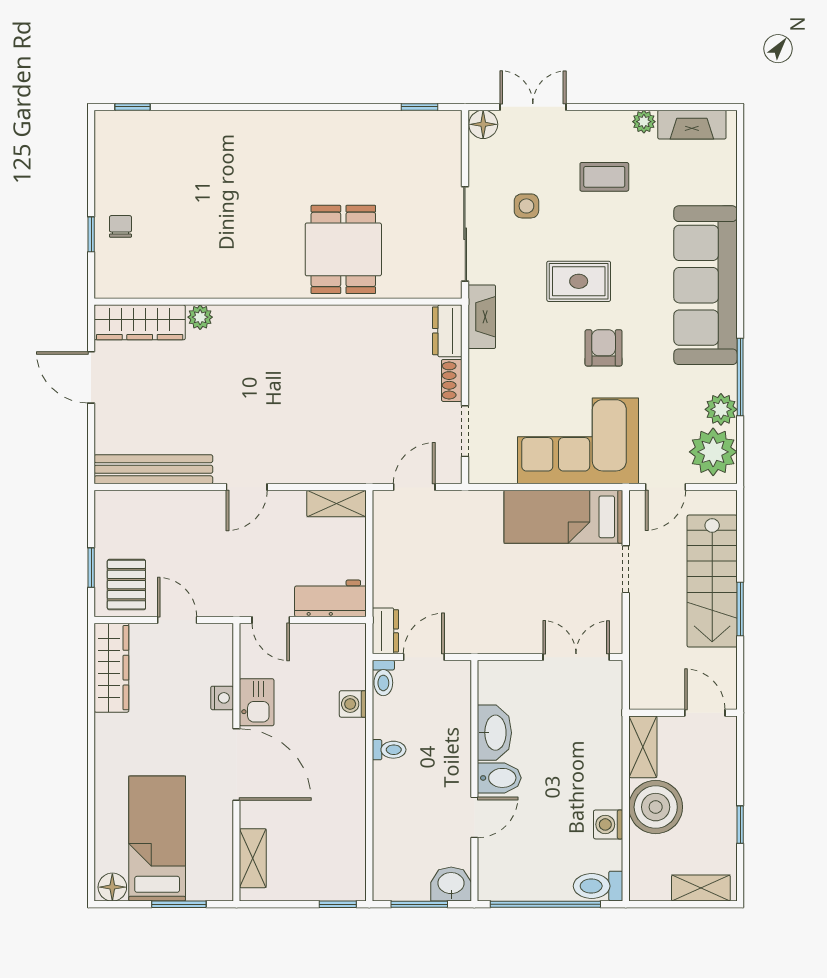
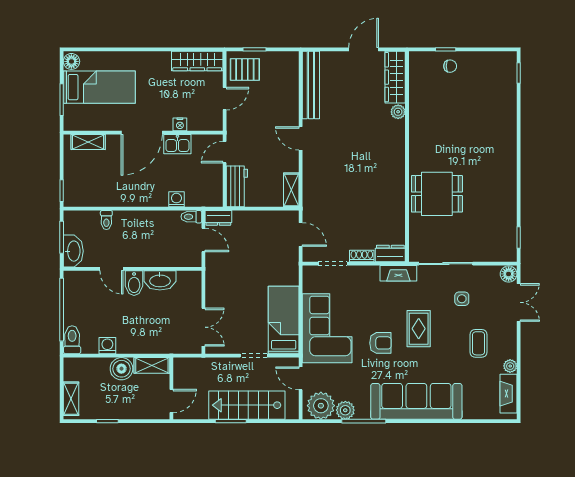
toilet: (389, 750) -> (106, 220), moved
boiler: (656, 807) -> (121, 369), width x0.73, depth x0.73
washbasin: (451, 884) -> (73, 251), width x1.38

